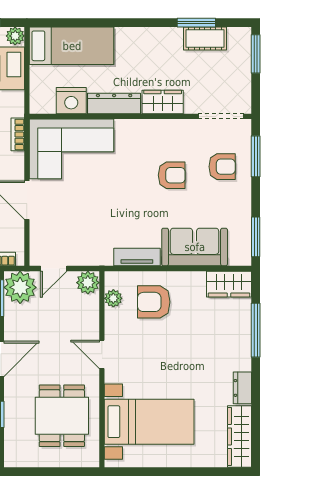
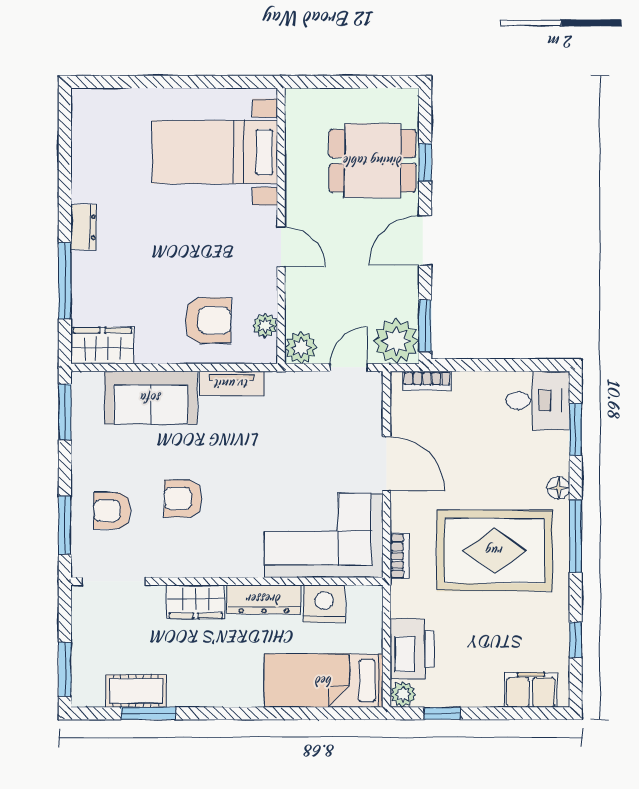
dresser: (242, 388) -> (83, 227), moved
dining table: (62, 416) -> (373, 161), moved, turned 90
wardrobe: (239, 436) -> (88, 131), removed

